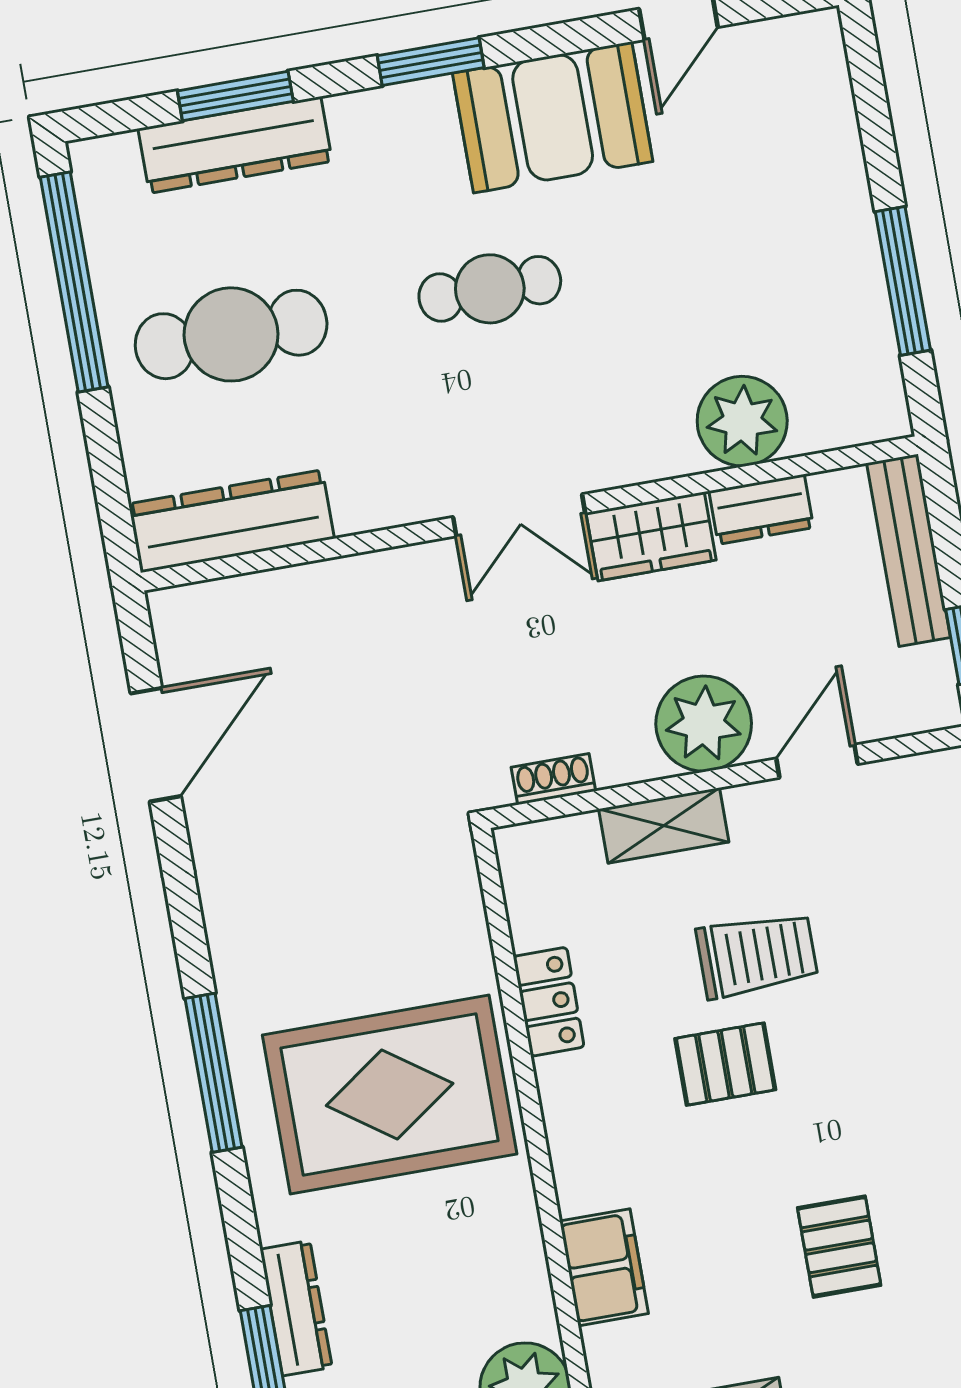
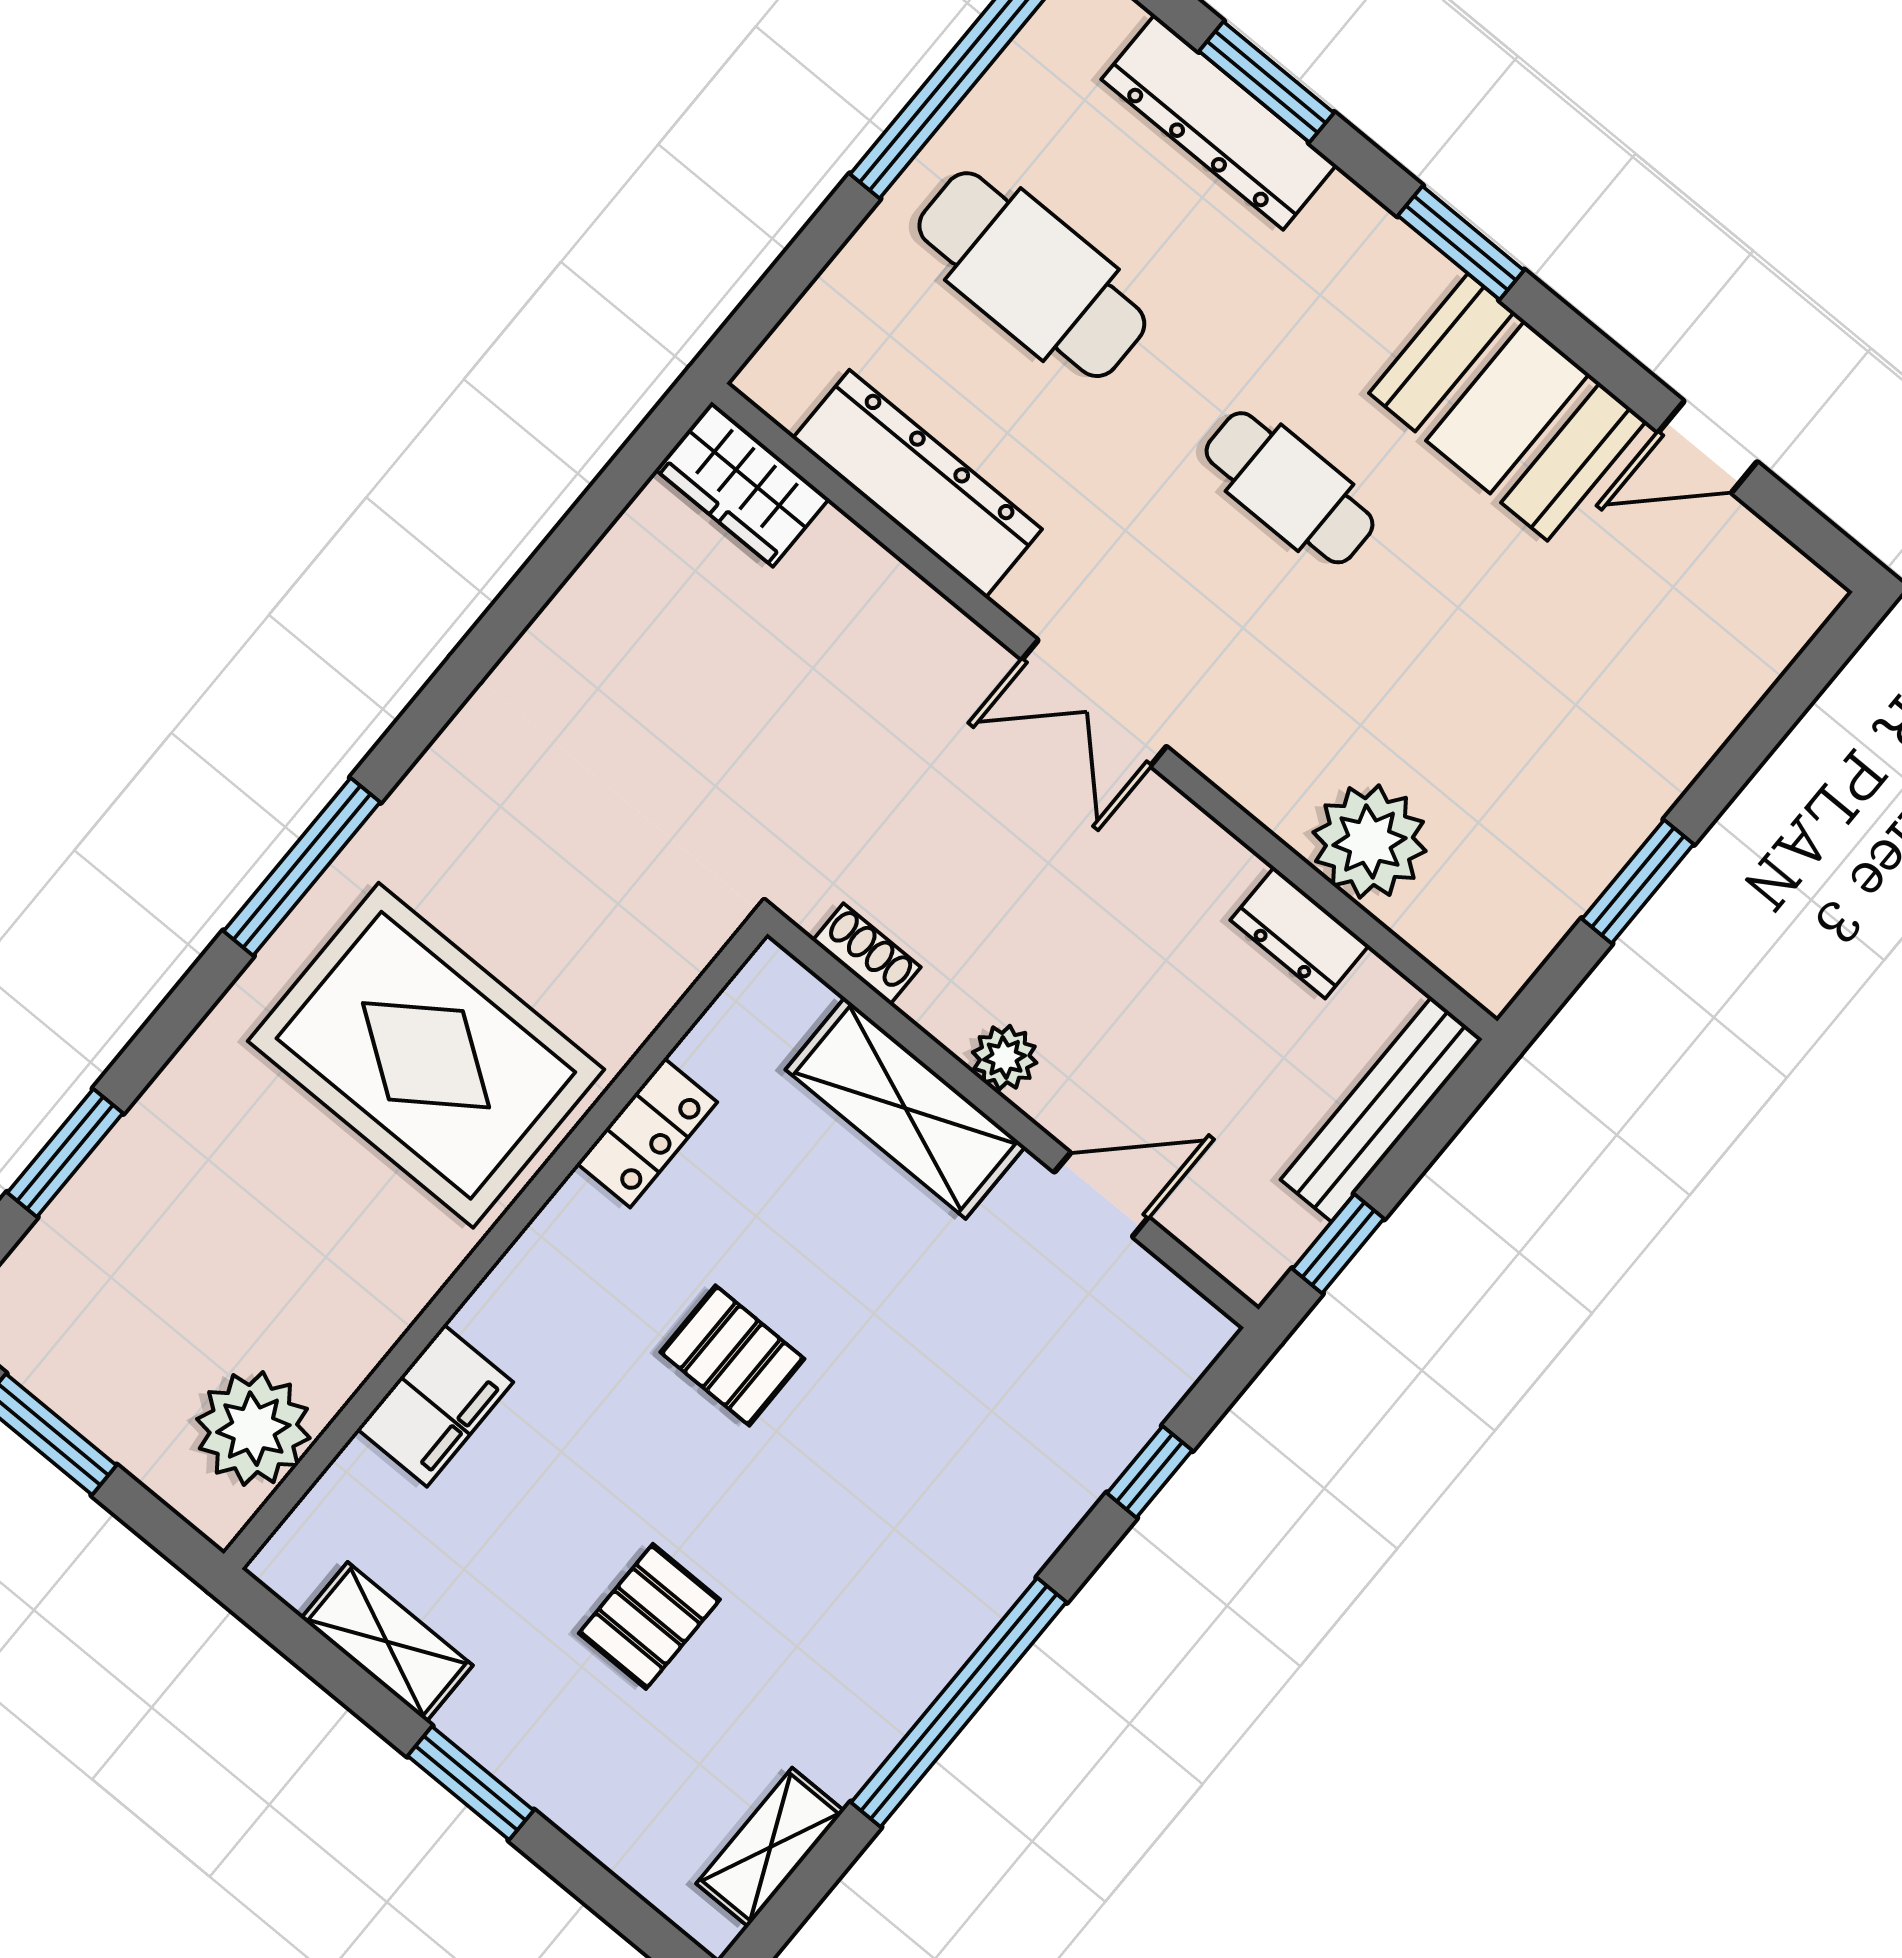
window: (903, 281) -> (1638, 882), width x0.69
dresser: (231, 521) -> (917, 484), moved
wardrobe: (651, 536) -> (742, 484), moved
plant: (704, 724) -> (1005, 1058), width x0.53, depth x0.53
door: (156, 745) -> (572, 540), removed
shelving: (664, 825) -> (905, 1108), width x1.50, depth x1.33
trolley: (757, 955) -> (864, 1296), removed
dresser: (296, 1308) -> (142, 1141), removed

